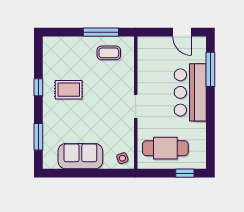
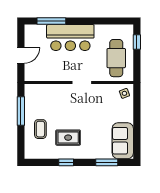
door: (182, 32) -> (21, 55), moved
coffee table: (109, 53) -> (40, 129), moved
rug: (69, 90) -> (68, 138), turned 90
sofa: (80, 156) -> (123, 141), moved

